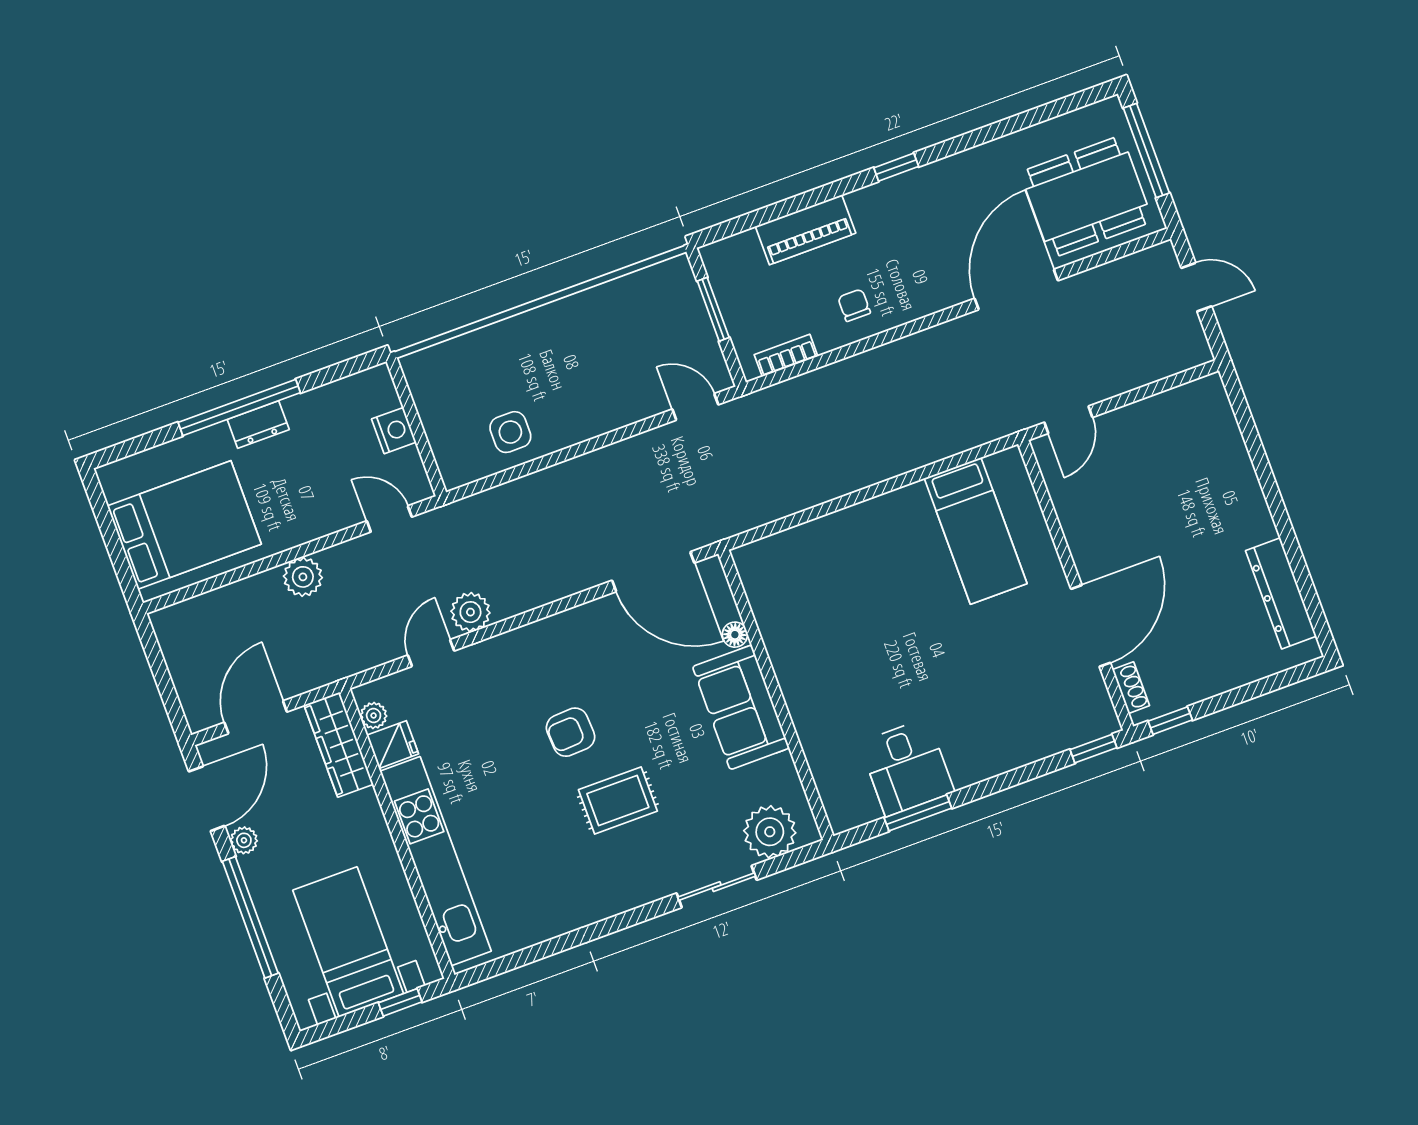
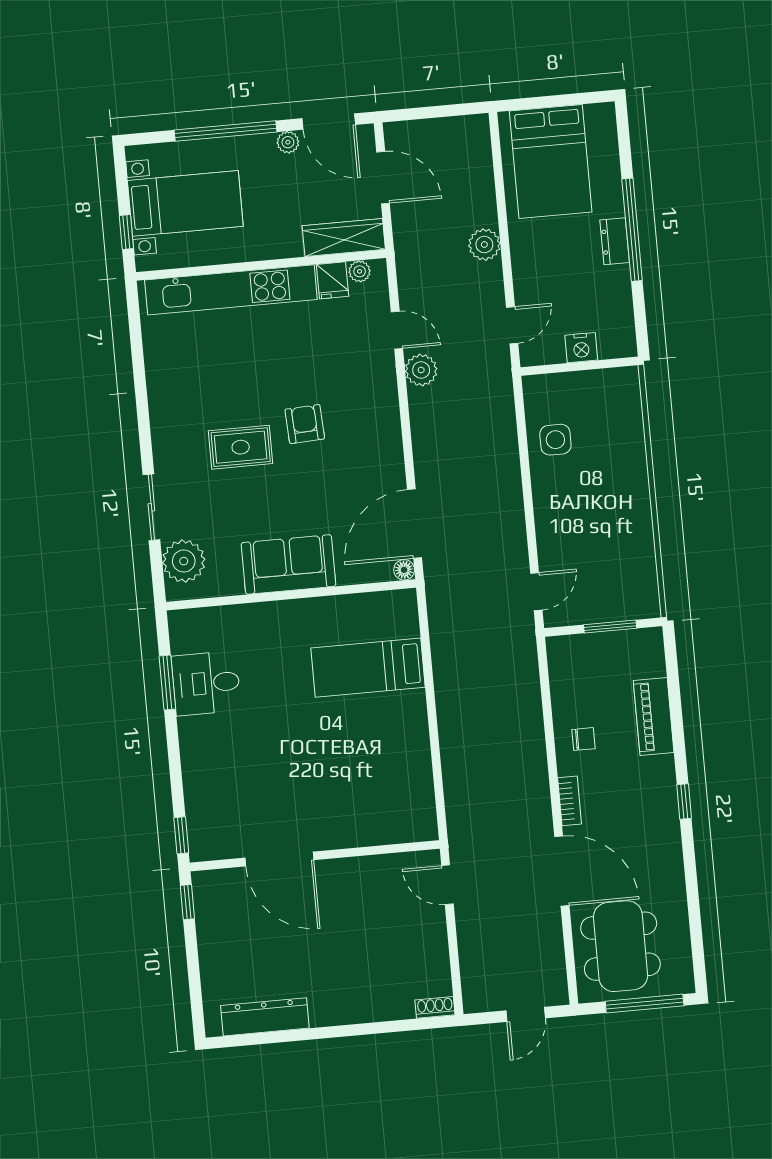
bookcase: (786, 355) -> (570, 801), moved
bed: (976, 531) -> (368, 668), moved
floor lamp: (735, 635) -> (404, 570), moved
shoe rack: (1131, 688) -> (435, 1007), moved, turned 180
rug: (618, 800) -> (241, 447), turned 90

